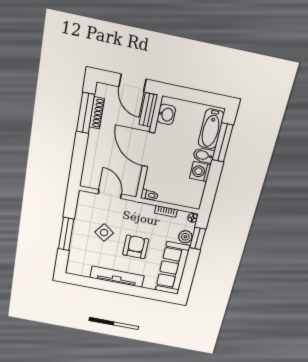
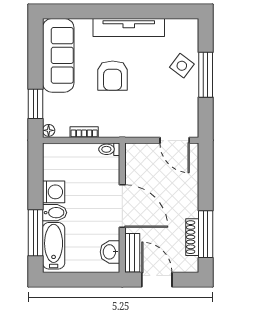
door: (110, 194) -> (175, 140), moved
side table: (104, 233) -> (182, 66), moved
plant: (185, 237) -> (52, 103), removed

